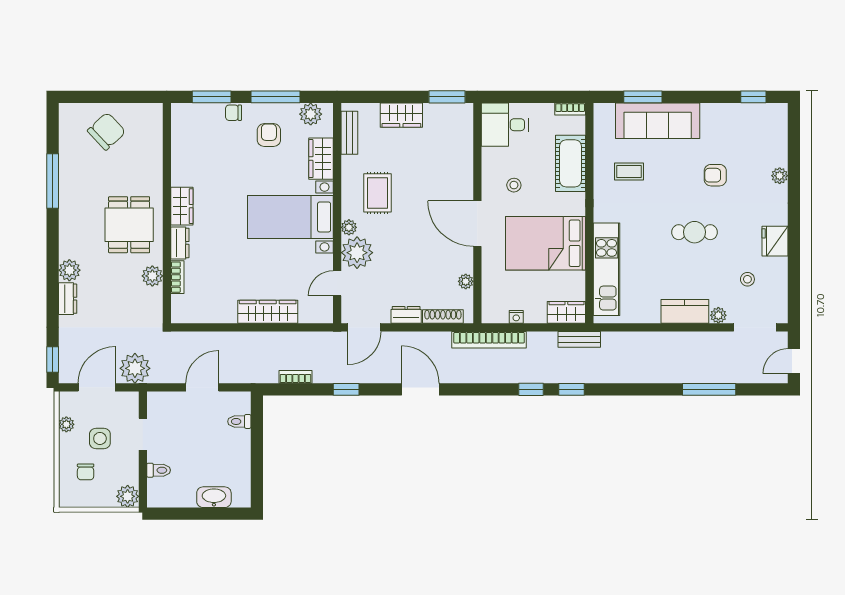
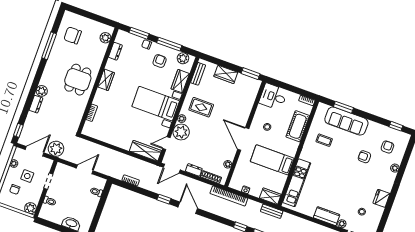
chair: (107, 131) -> (73, 35), moved, turned -137
armchair: (752, 141) -> (387, 147), added
rug: (378, 193) -> (201, 107), turned 90
cafe table: (695, 232) -> (345, 180), removed
dresser: (180, 243) -> (115, 51), moved
bed: (546, 243) -> (272, 160), width x0.67
plant: (152, 276) -> (105, 38), moved
wardrobe: (268, 312) -> (145, 151), moved
window: (346, 389) -> (164, 199), moved

